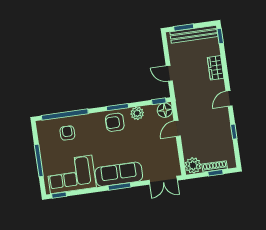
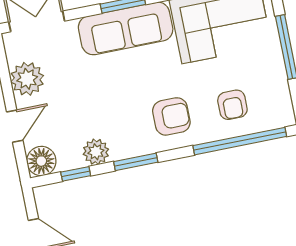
window: (159, 101) -> (76, 174), moved
armchair: (115, 122) -> (171, 116), moved
plant: (170, 152) -> (27, 79), added

